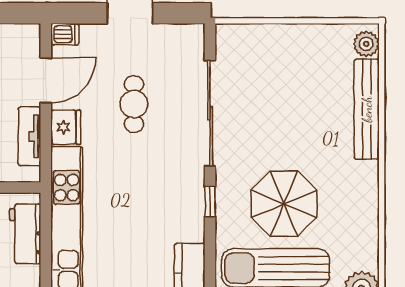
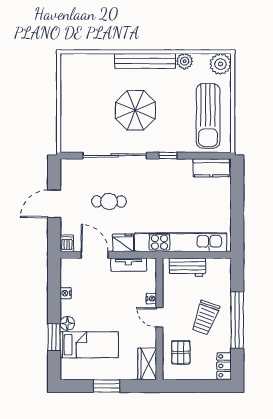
plant: (366, 44) -> (185, 61), moved
bench: (367, 109) -> (145, 61), moved
parasol: (284, 204) -> (135, 110), moved

